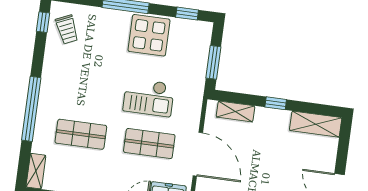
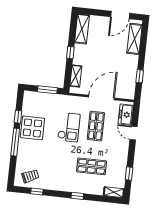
window: (187, 14) -> (18, 117), moved
window: (43, 22) -> (37, 191), moved
window: (31, 109) -> (77, 196), width x0.32
shop shelf: (81, 134) -> (92, 166), turned 90

